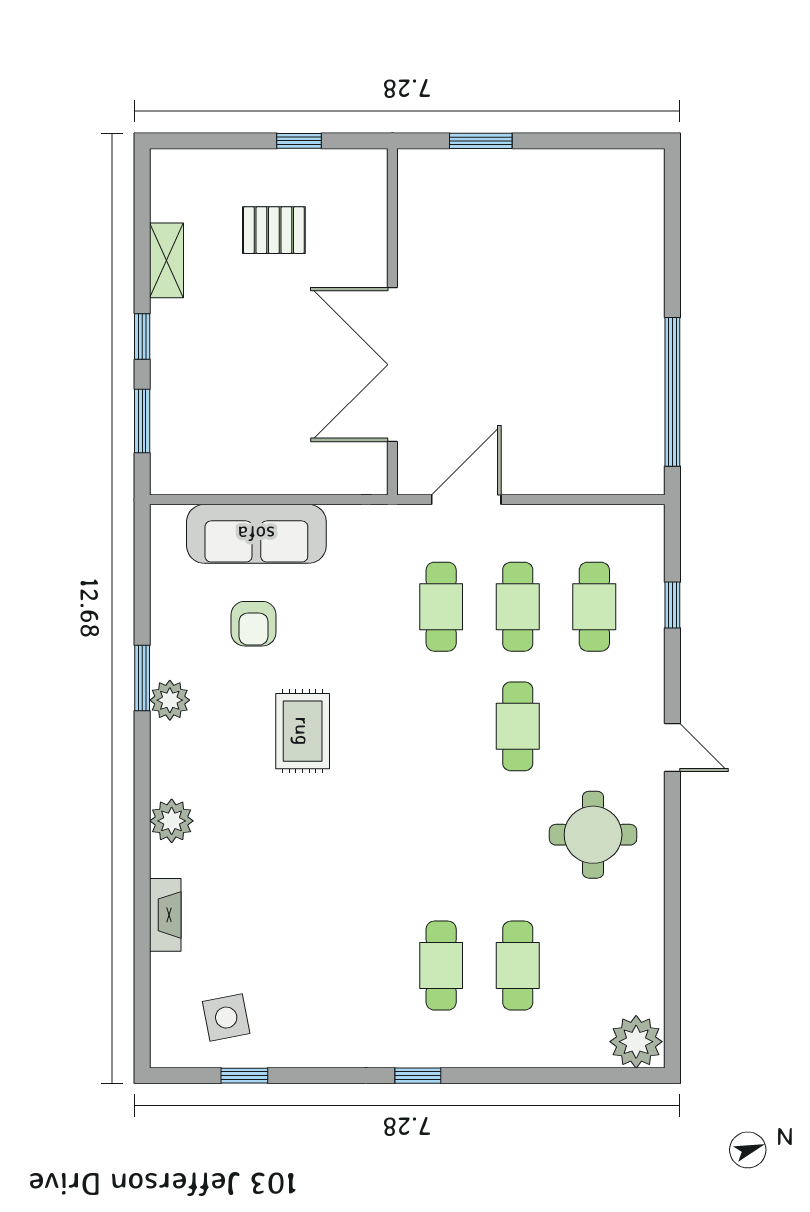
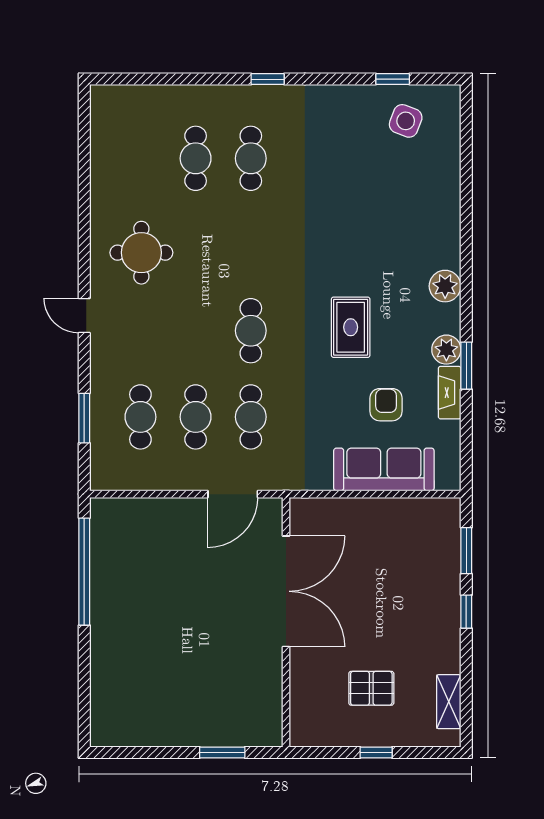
window: (299, 141) -> (376, 753), moved
shelving: (166, 260) -> (449, 702), moved
window: (672, 605) -> (84, 418), width x1.50
cafe table: (518, 726) -> (251, 331), moved
plant: (172, 821) -> (445, 286), moved
fireplace: (165, 915) -> (450, 393), moved
side table: (226, 1018) -> (406, 121), turned 32
plant: (636, 1042) -> (110, 103), removed

